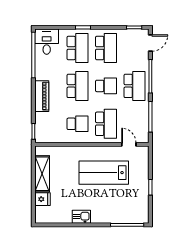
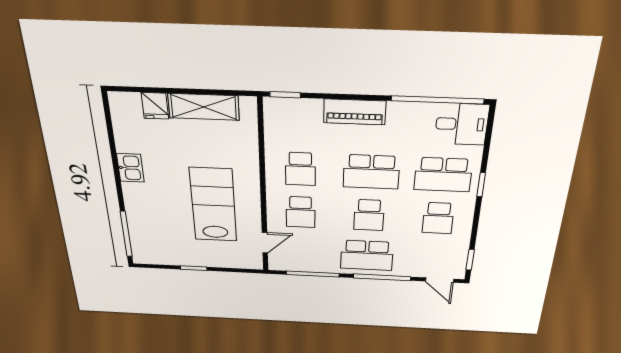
school desk: (106, 48) -> (438, 218), width x0.54
school desk: (106, 124) -> (301, 212), width x0.54

